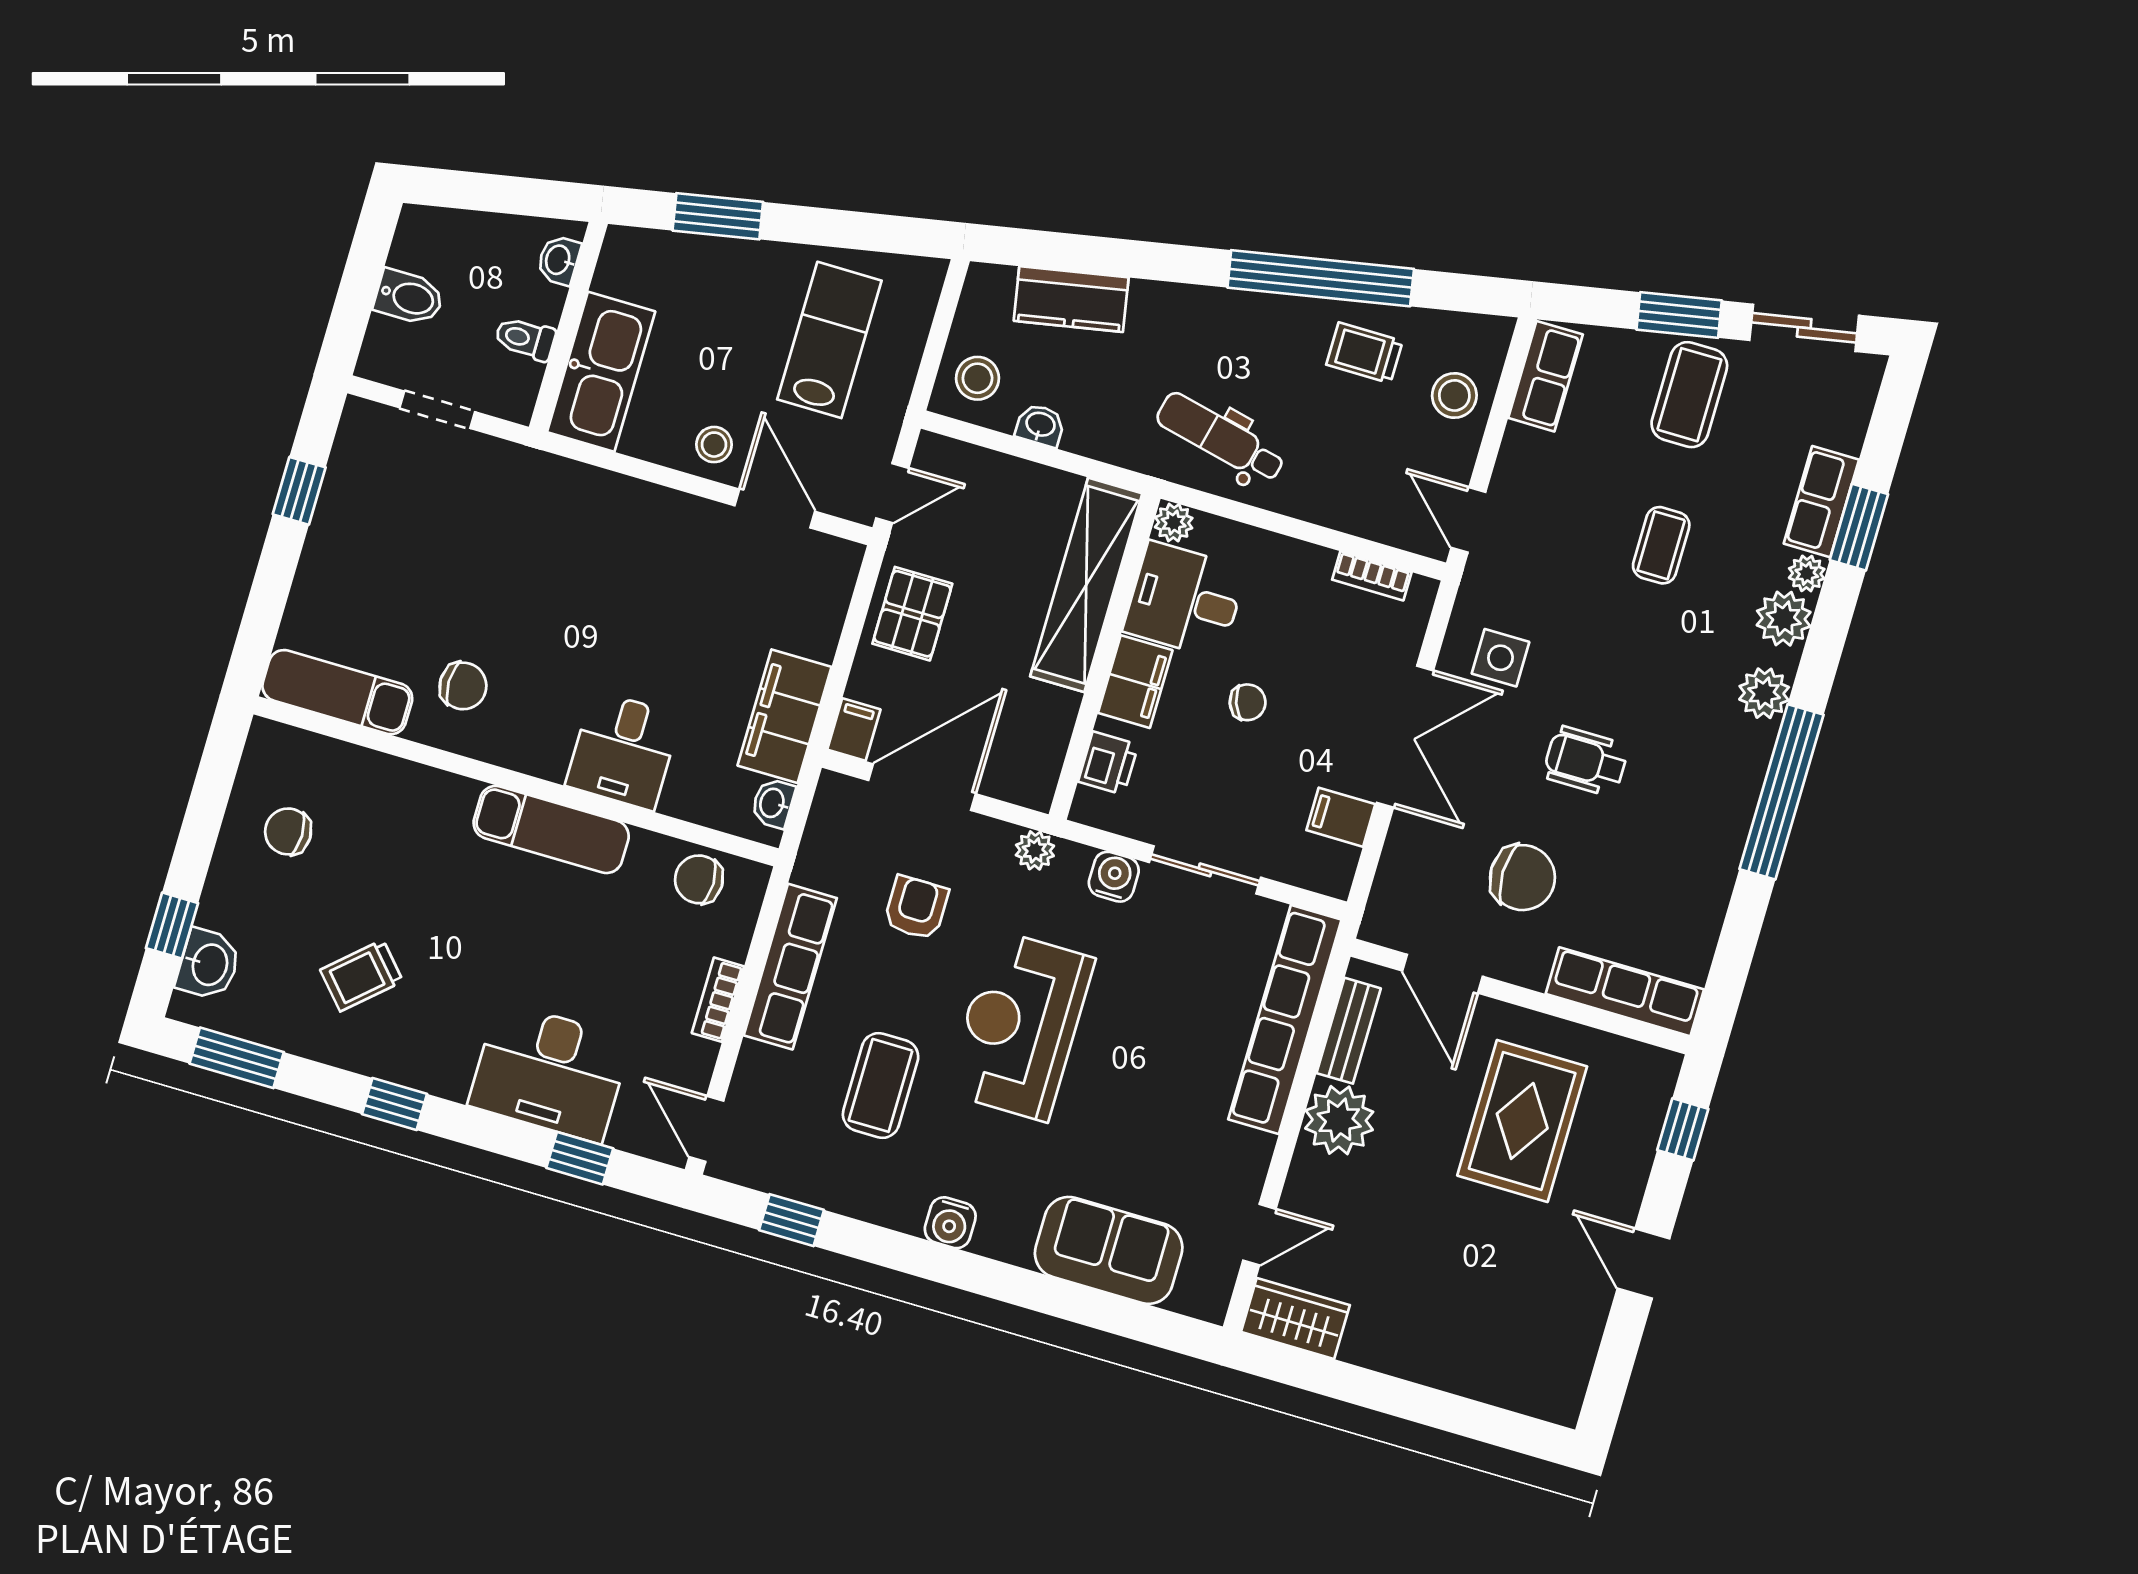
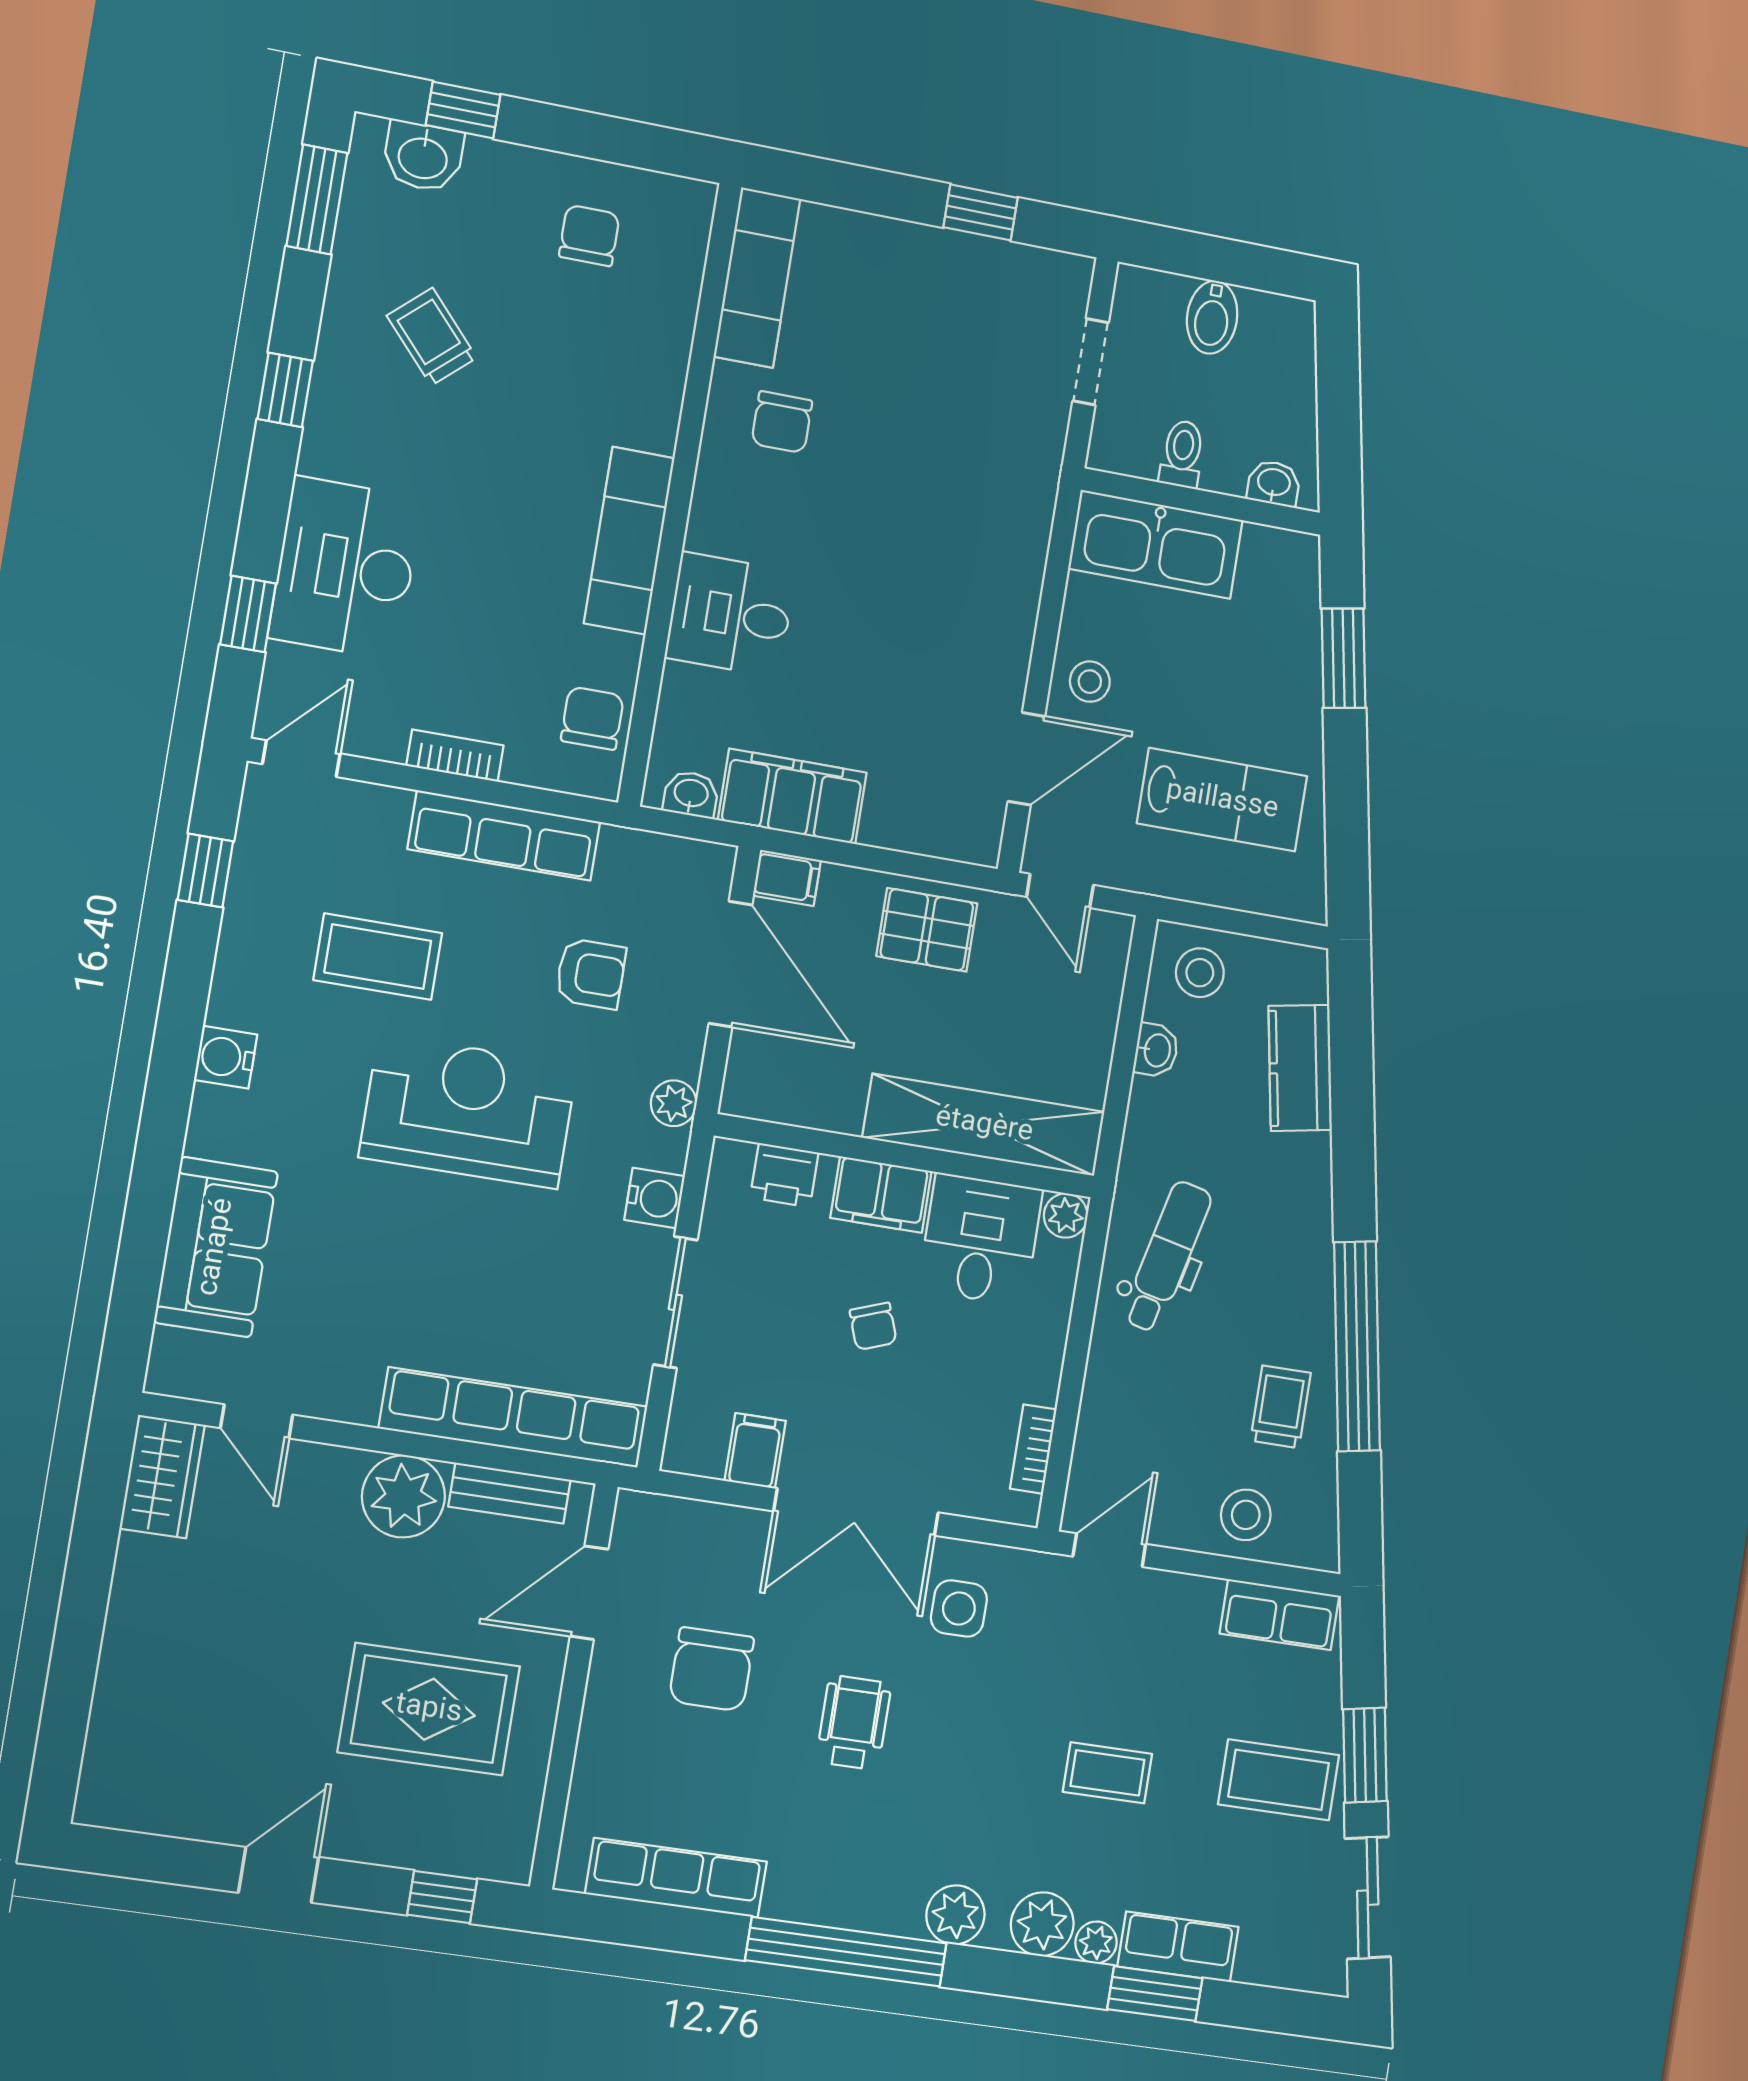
row of seats: (1625, 992) -> (676, 1878), moved, turned -90

